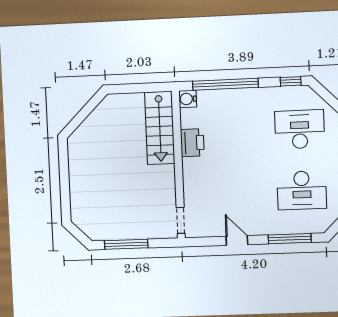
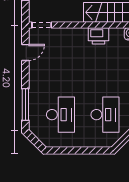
desk: (302, 190) -> (61, 115), turned 180
door: (237, 240) -> (25, 52), moved

